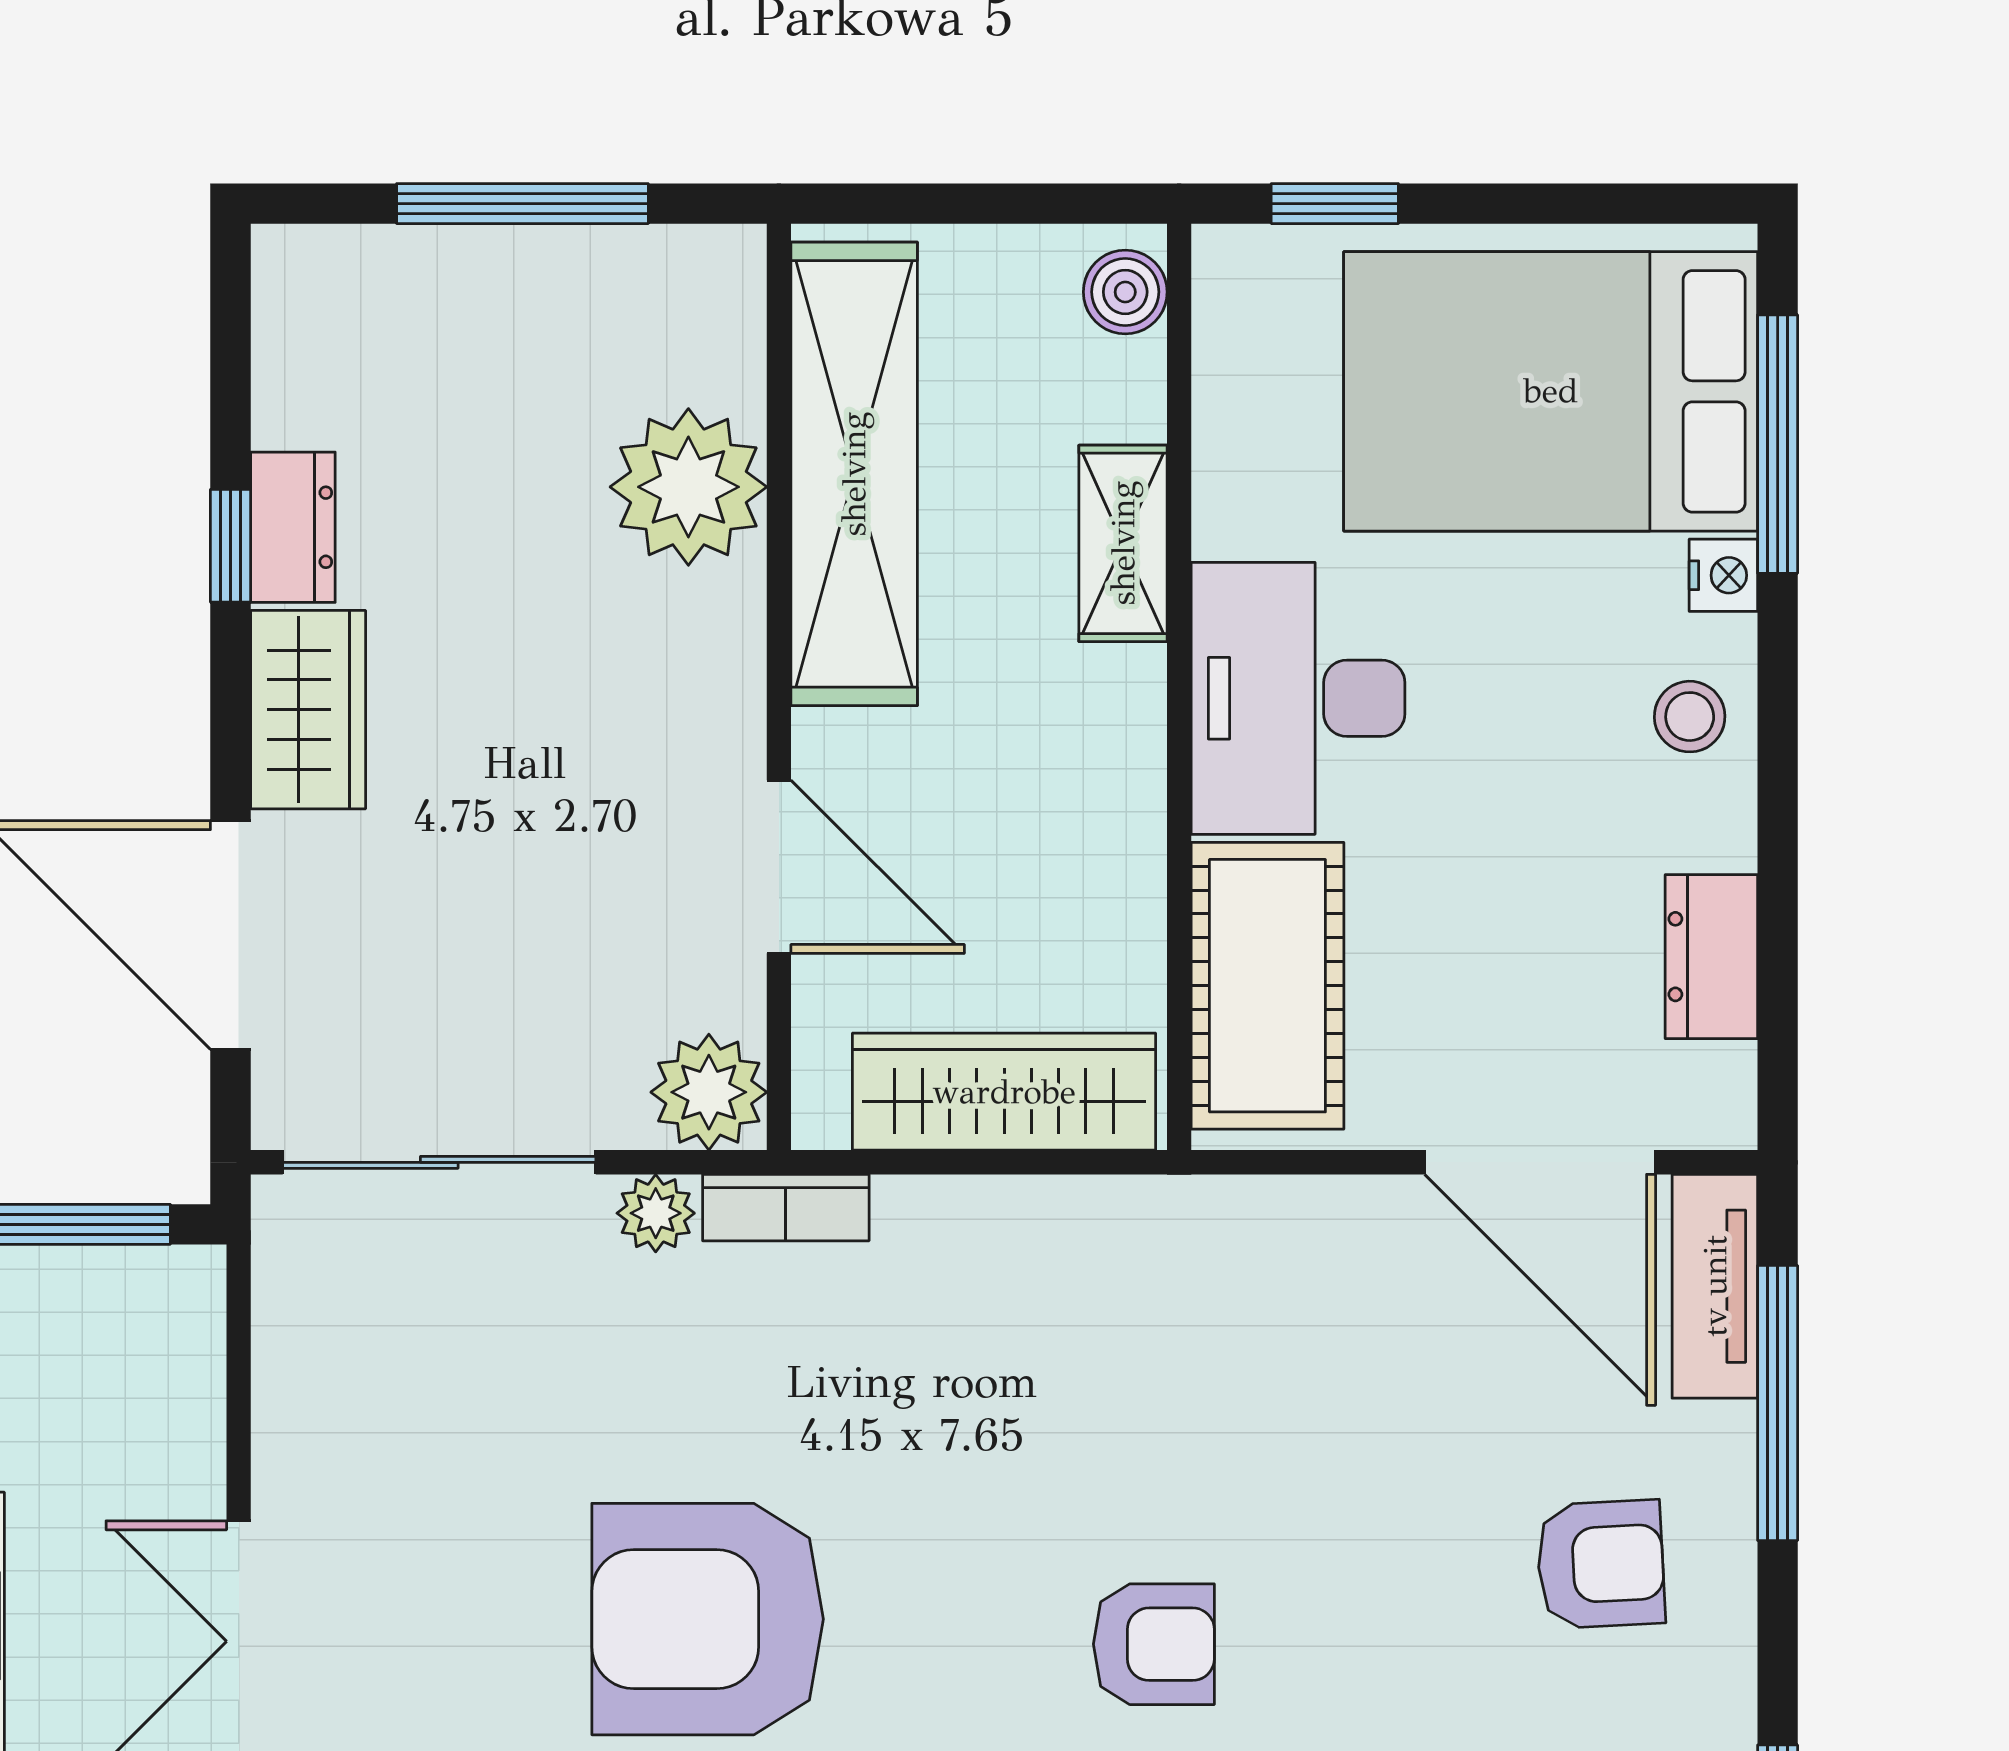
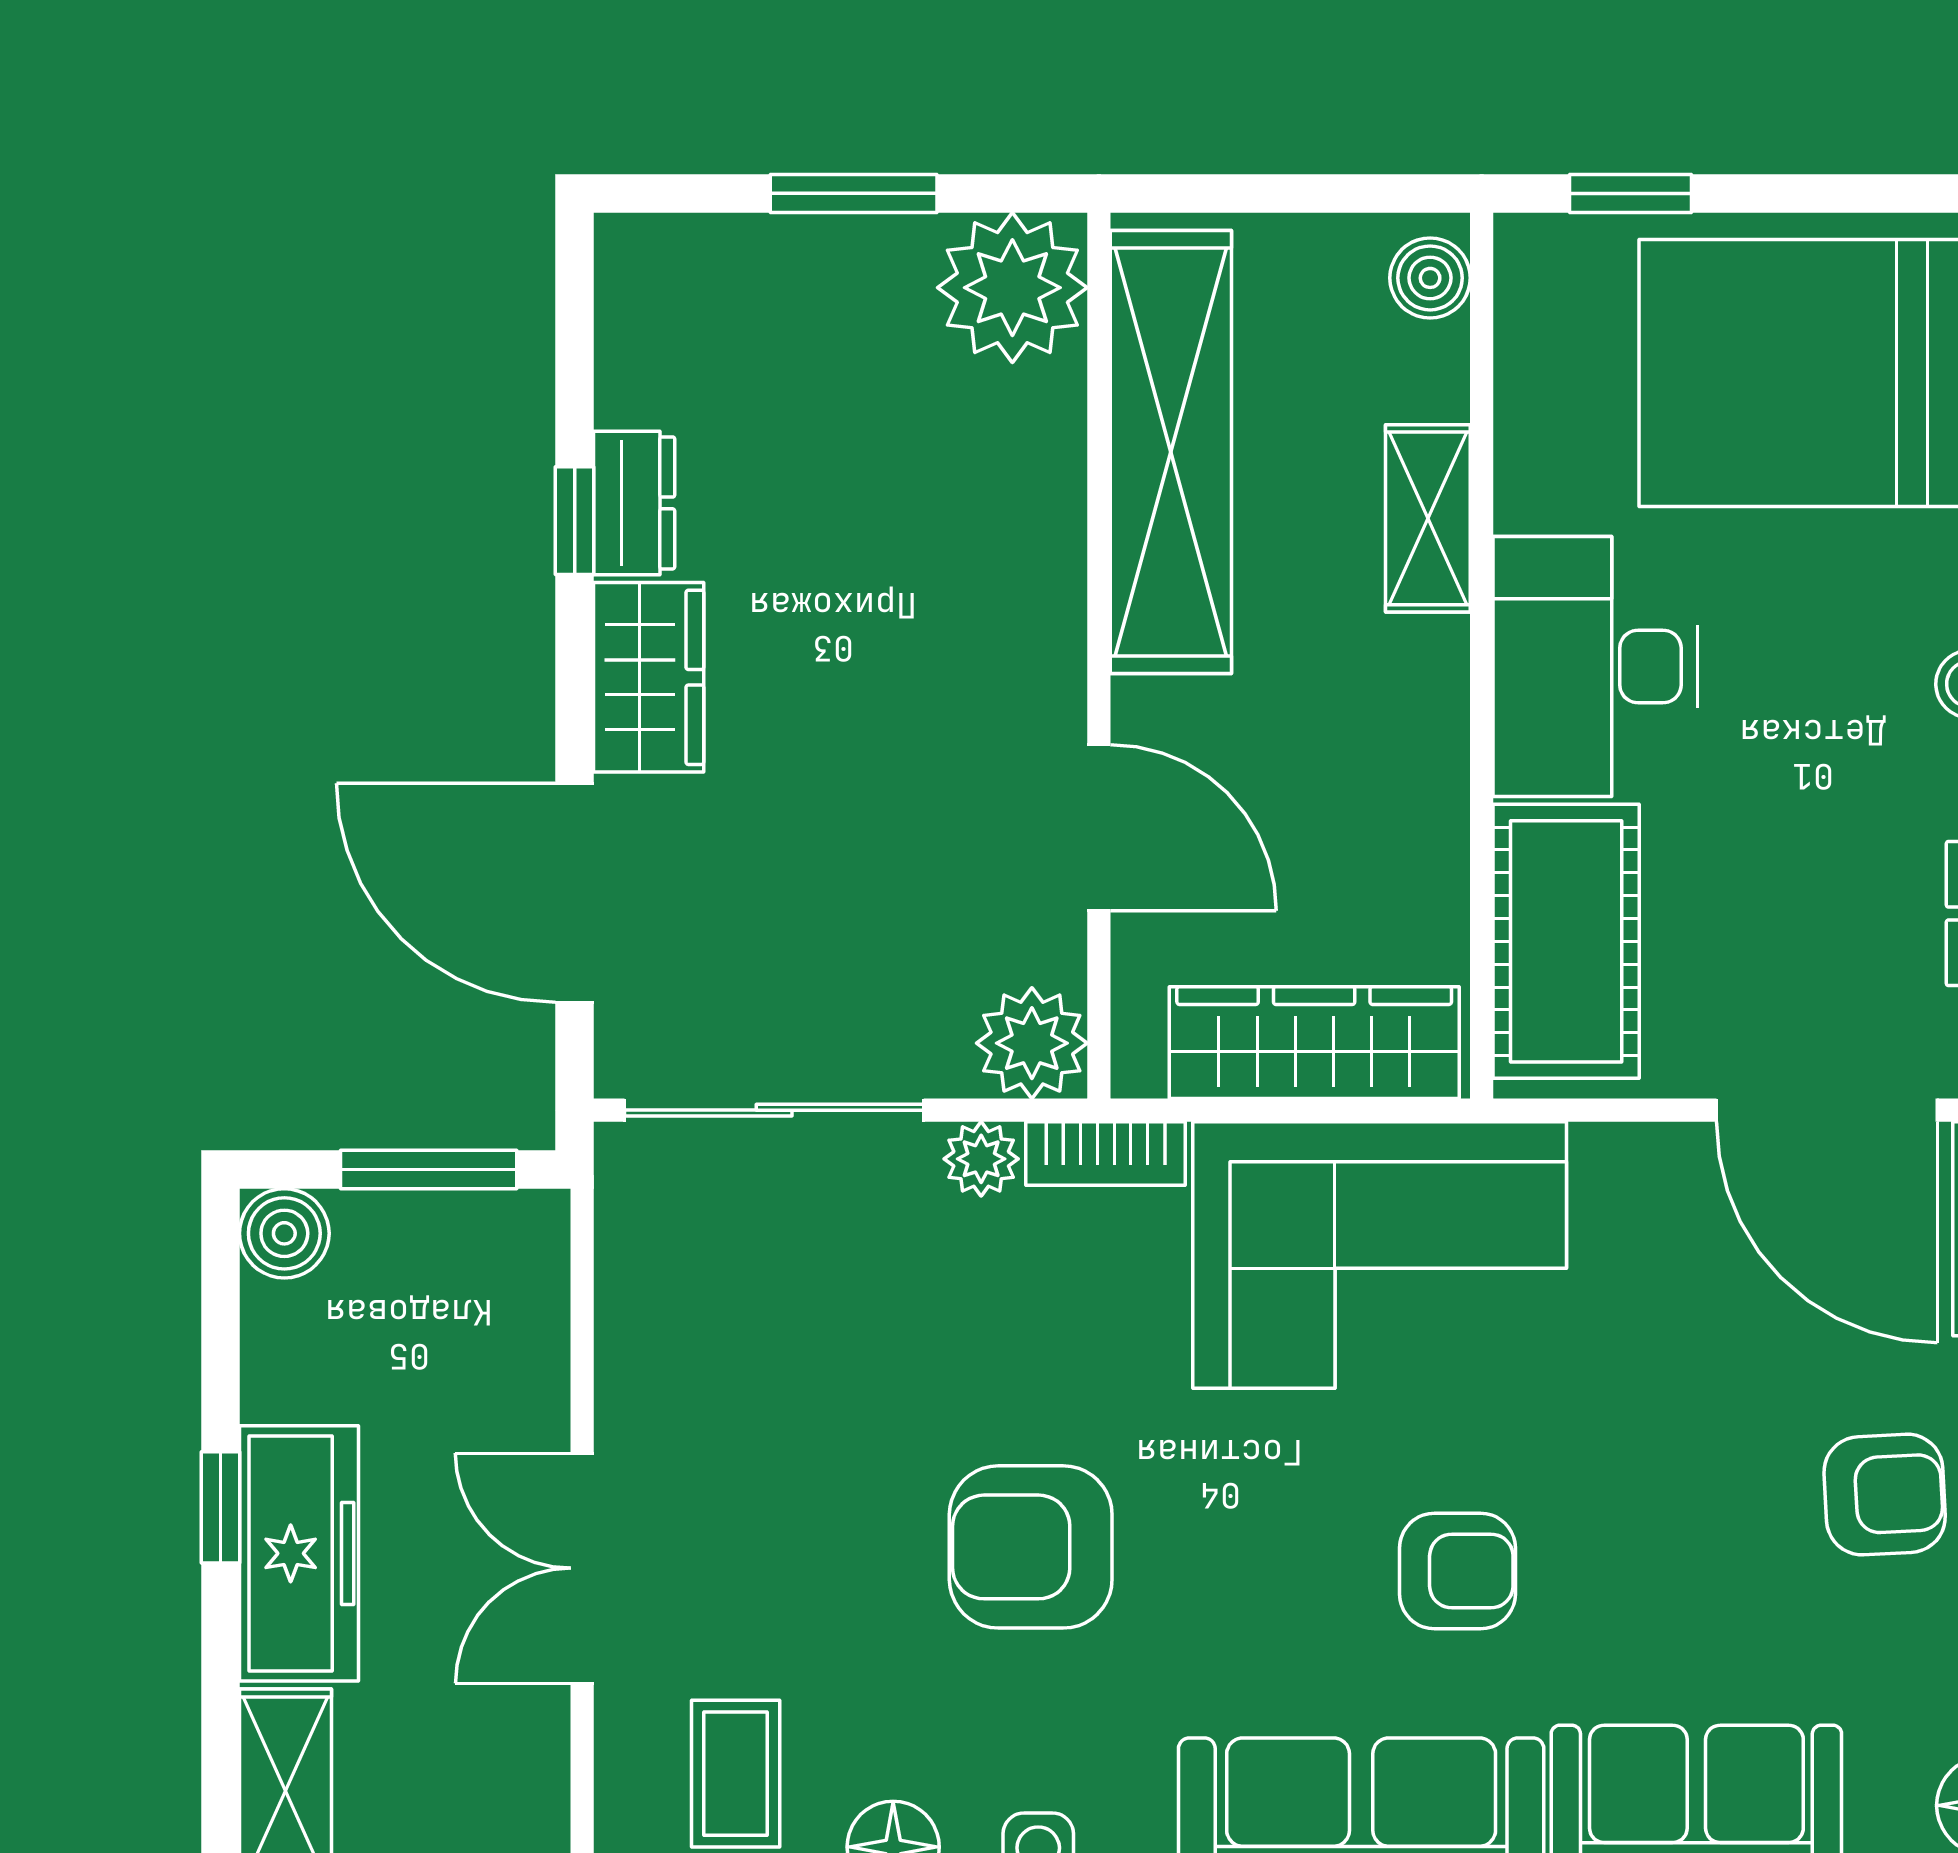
window: (522, 204) -> (854, 193), width x0.69
plant: (688, 487) -> (1012, 288), moved
corner sofa: (1072, 1314) -> (1380, 1255), added
armchair: (708, 1619) -> (1031, 1547), width x0.73, depth x0.73

